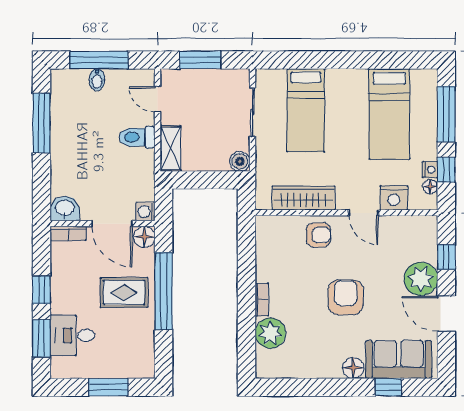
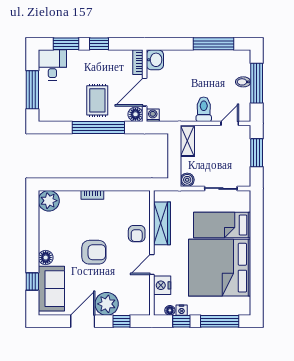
bed: (389, 114) -> (220, 268), width x2.04
shelving: (170, 148) -> (187, 141), moved, turned 90
plant: (270, 333) -> (49, 201), moved
desk: (72, 335) -> (52, 65), moved
window: (108, 387) -> (32, 90), width x1.44

